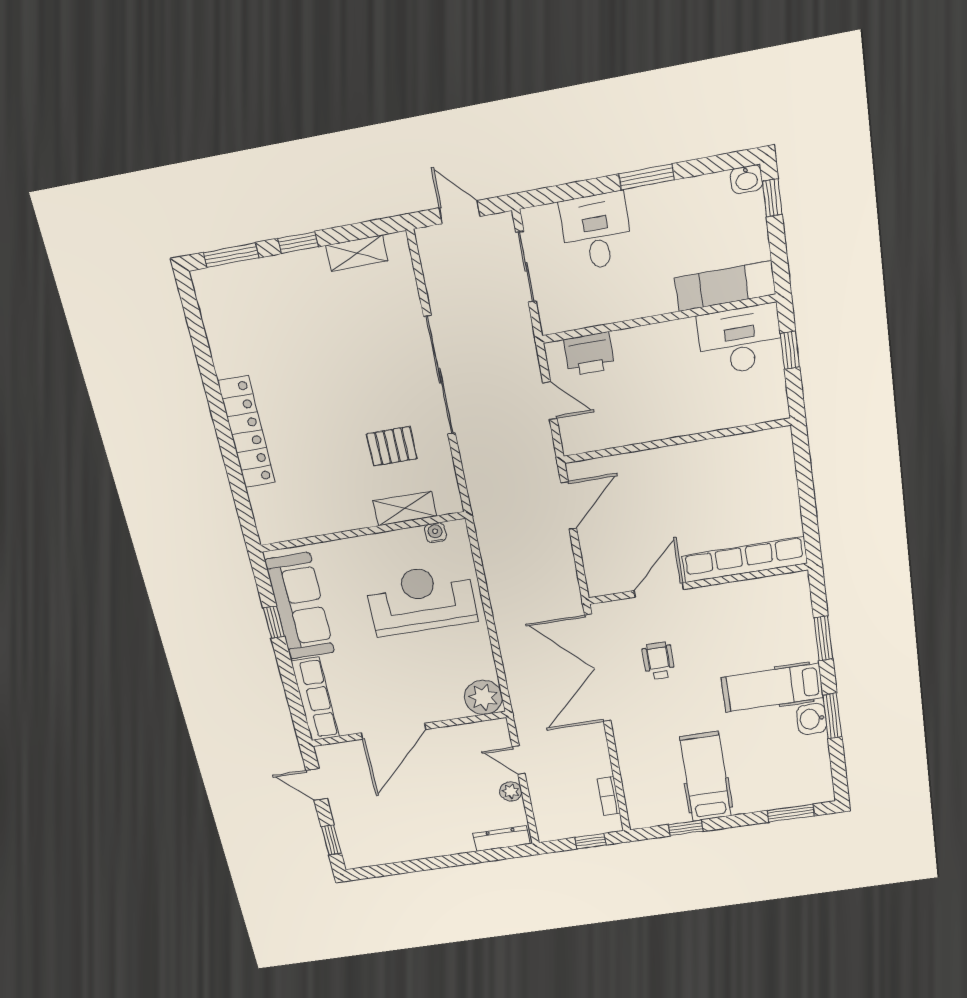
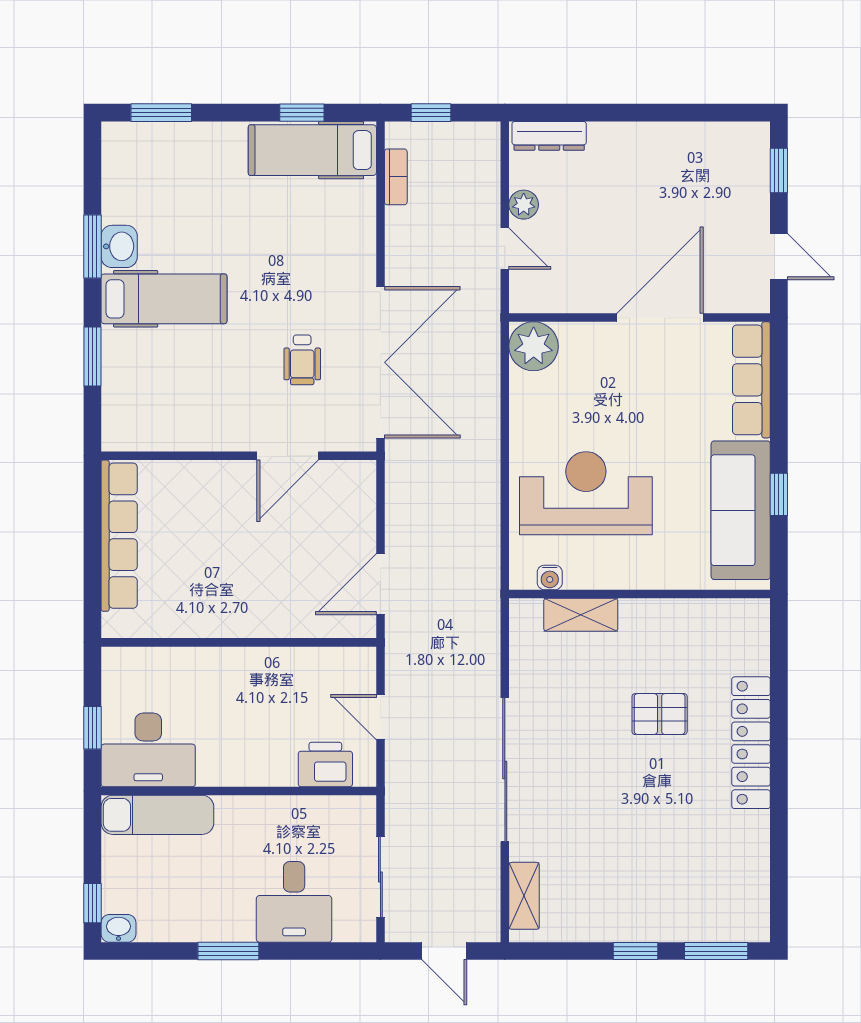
shelving: (357, 253) -> (524, 896), moved, turned 90
pallet: (392, 446) -> (660, 714), moved
row of seats: (744, 560) -> (119, 536), moved, turned -90
reception desk: (421, 600) -> (586, 493), turned 180
hospital bed: (706, 777) -> (312, 150), moved, turned 90

